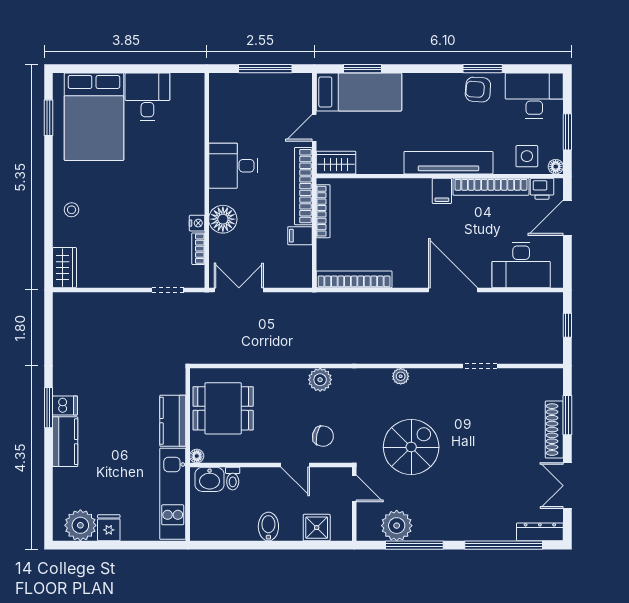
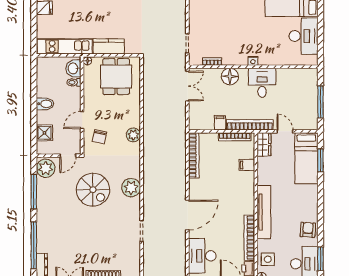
window: (483, 69) -> (320, 259), moved
desk: (147, 97) -> (304, 36), width x1.37
filing cabinet: (442, 191) -> (247, 165), moved
nightstand: (197, 223) -> (253, 61), moved
plant: (401, 376) -> (131, 188), width x1.88, depth x1.88
plant: (397, 526) -> (46, 168), moved

